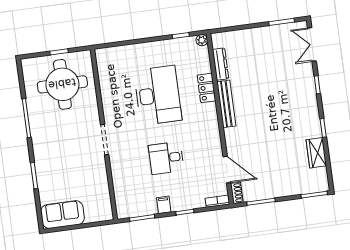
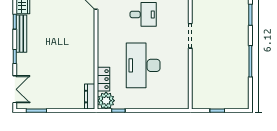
plant: (202, 40) -> (106, 101), width x1.87, depth x1.87
dresser: (221, 64) -> (90, 97), moved
round table: (62, 84) -> (218, 84), removed
locker: (206, 88) -> (103, 79), moved
bench: (226, 104) -> (21, 34), moved

